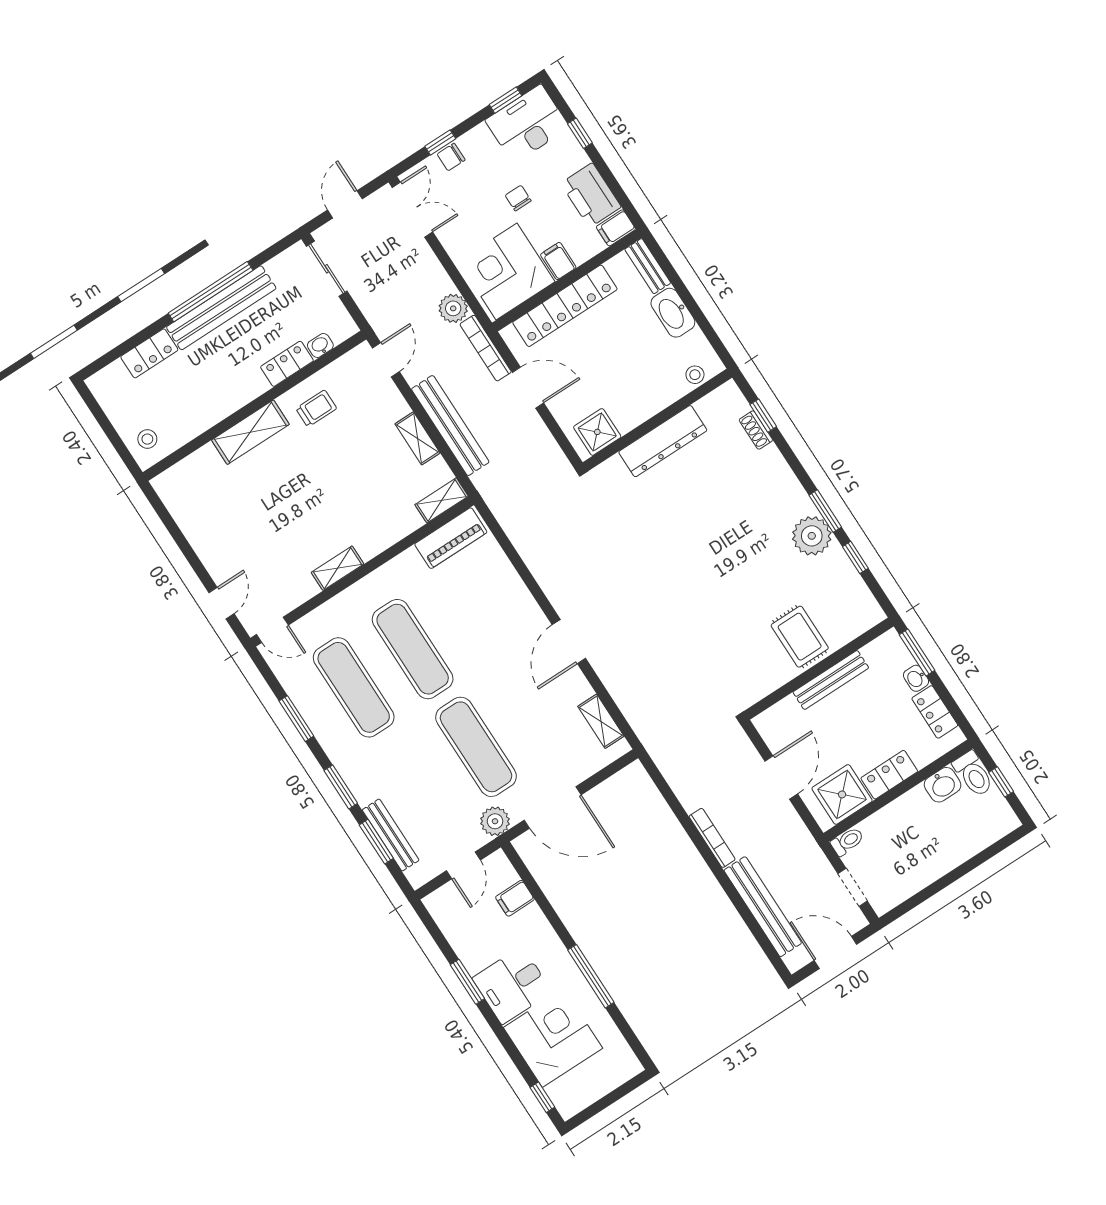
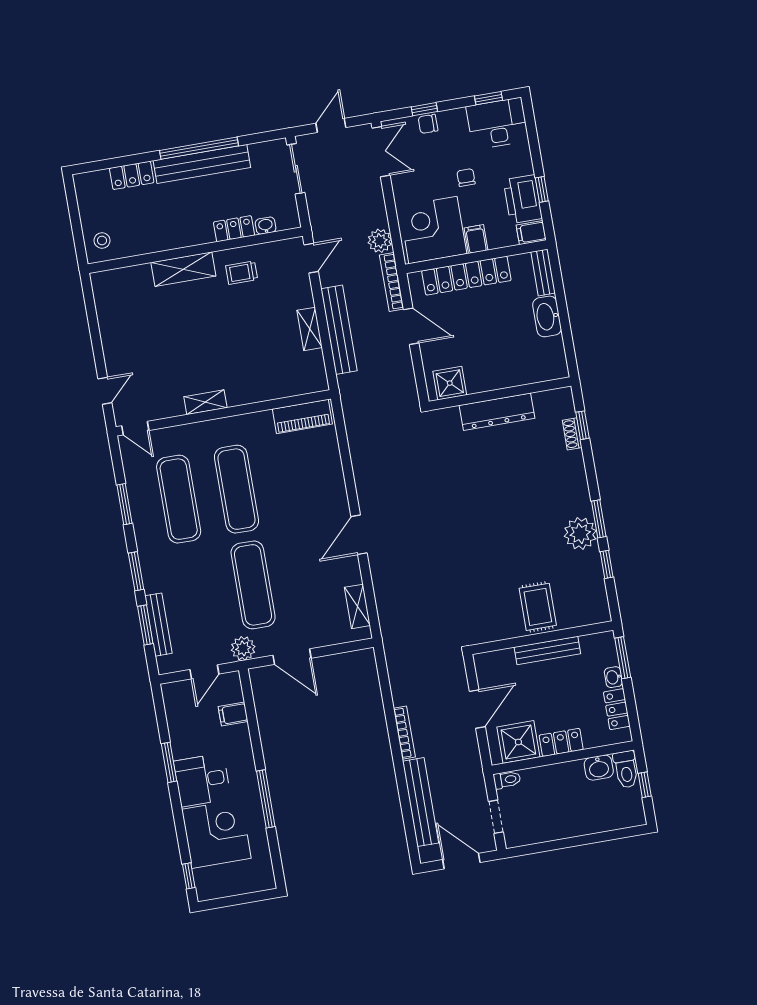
window: (580, 133) -> (542, 189), moved
stool: (695, 375) -> (544, 371), removed
trolley: (316, 408) -> (242, 273), turned 180
shelving: (442, 500) -> (308, 384), removed
door: (553, 807) -> (292, 657), width x0.73

